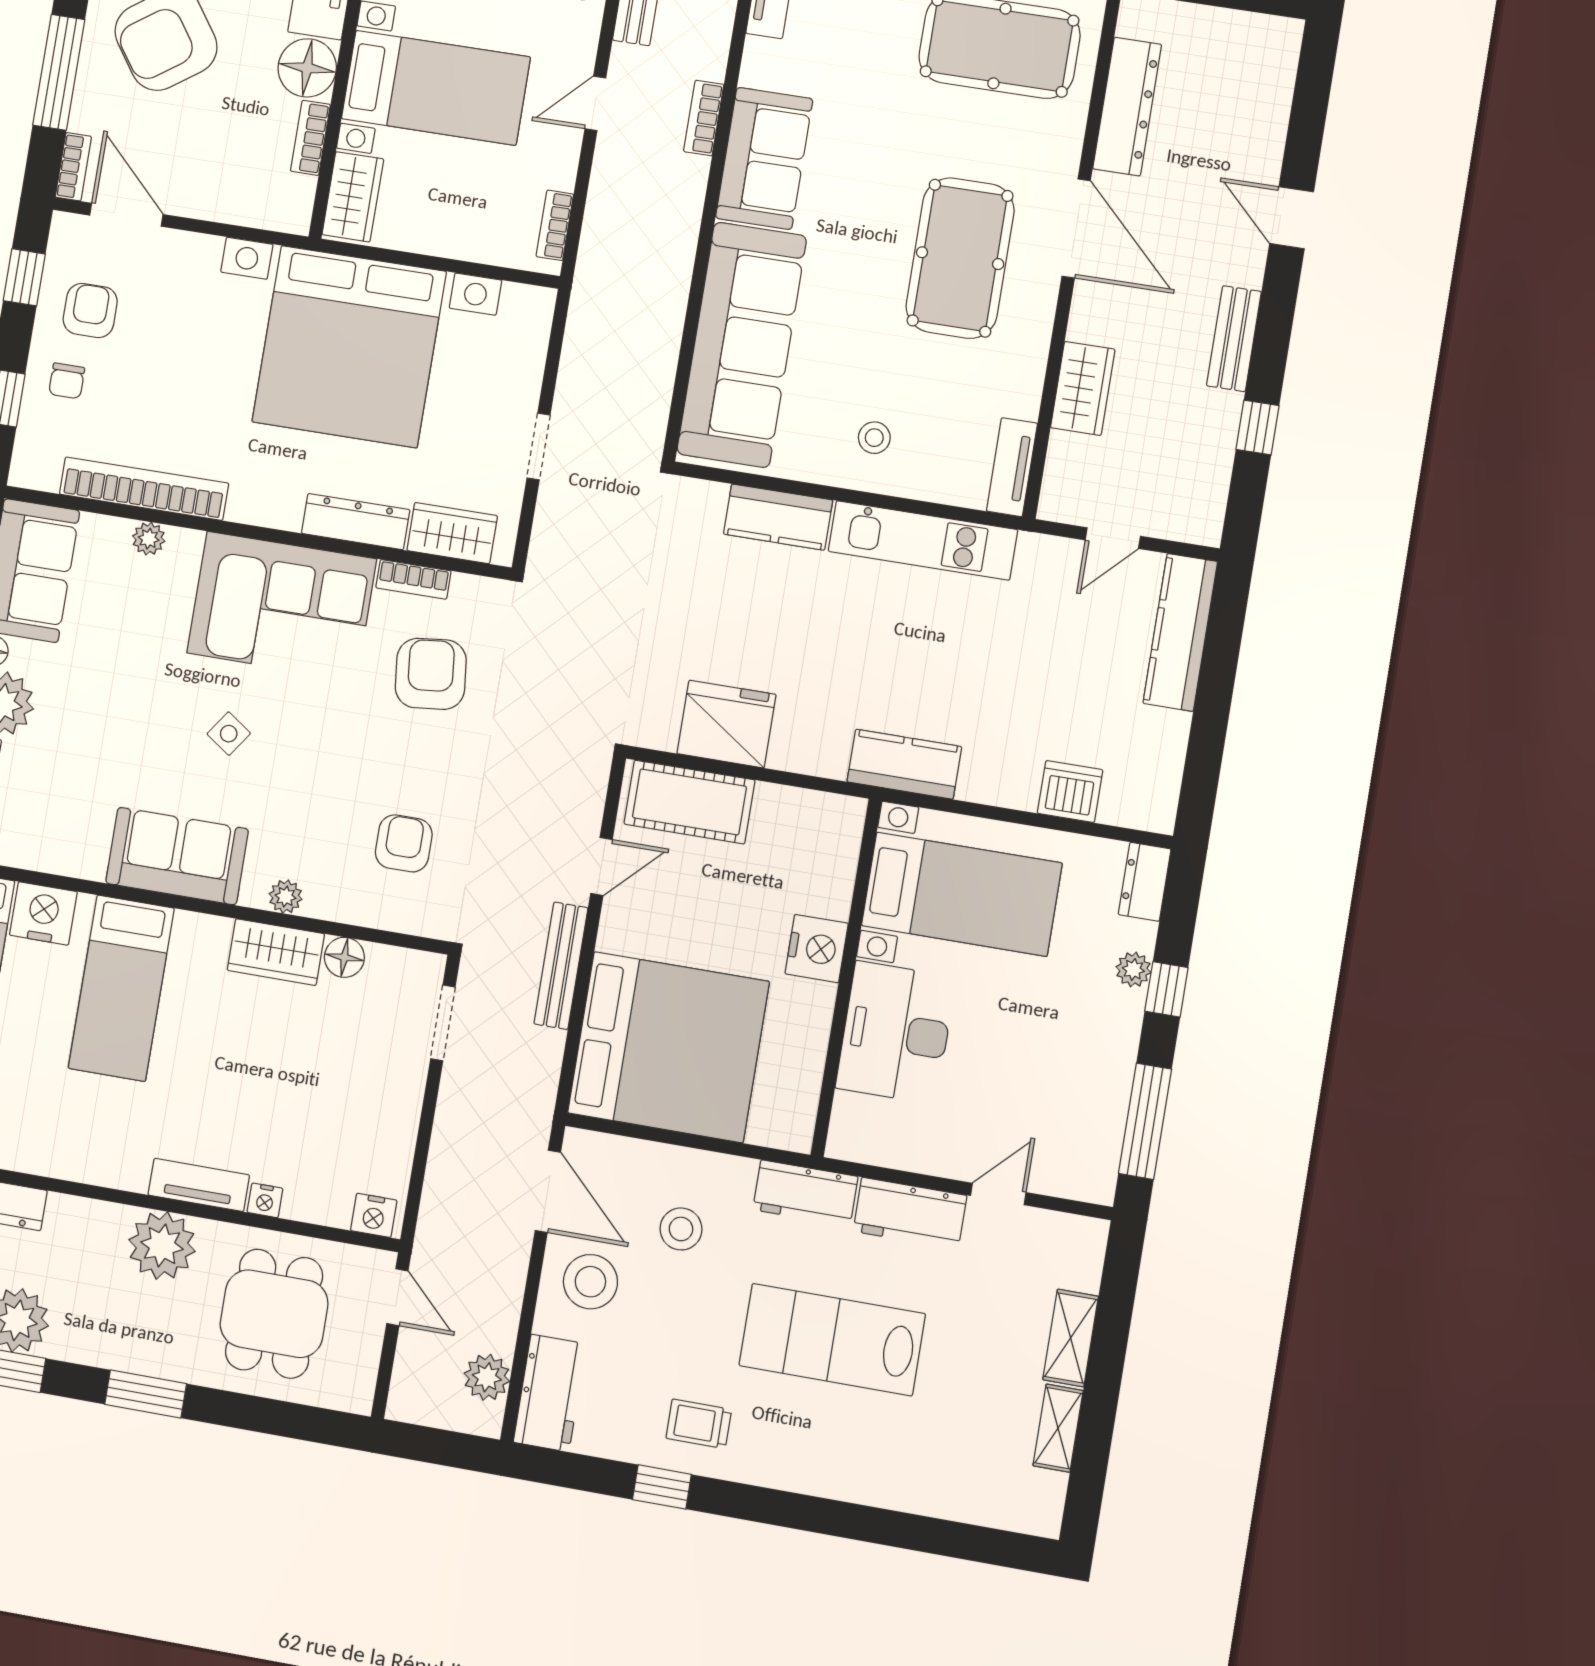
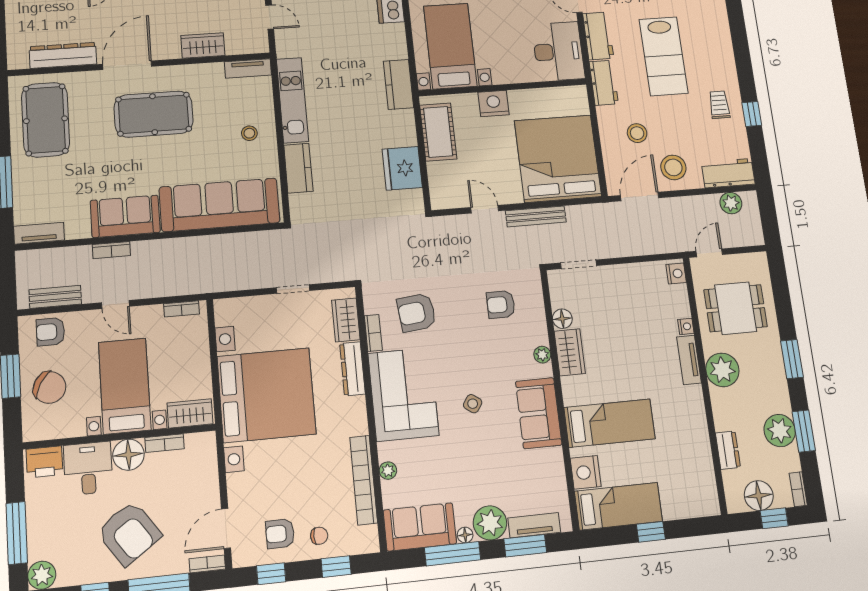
cot: (689, 802) -> (438, 132), moved
desk: (896, 1033) -> (558, 51), moved, turned -90
trolley: (699, 1424) -> (719, 105), turned 180

